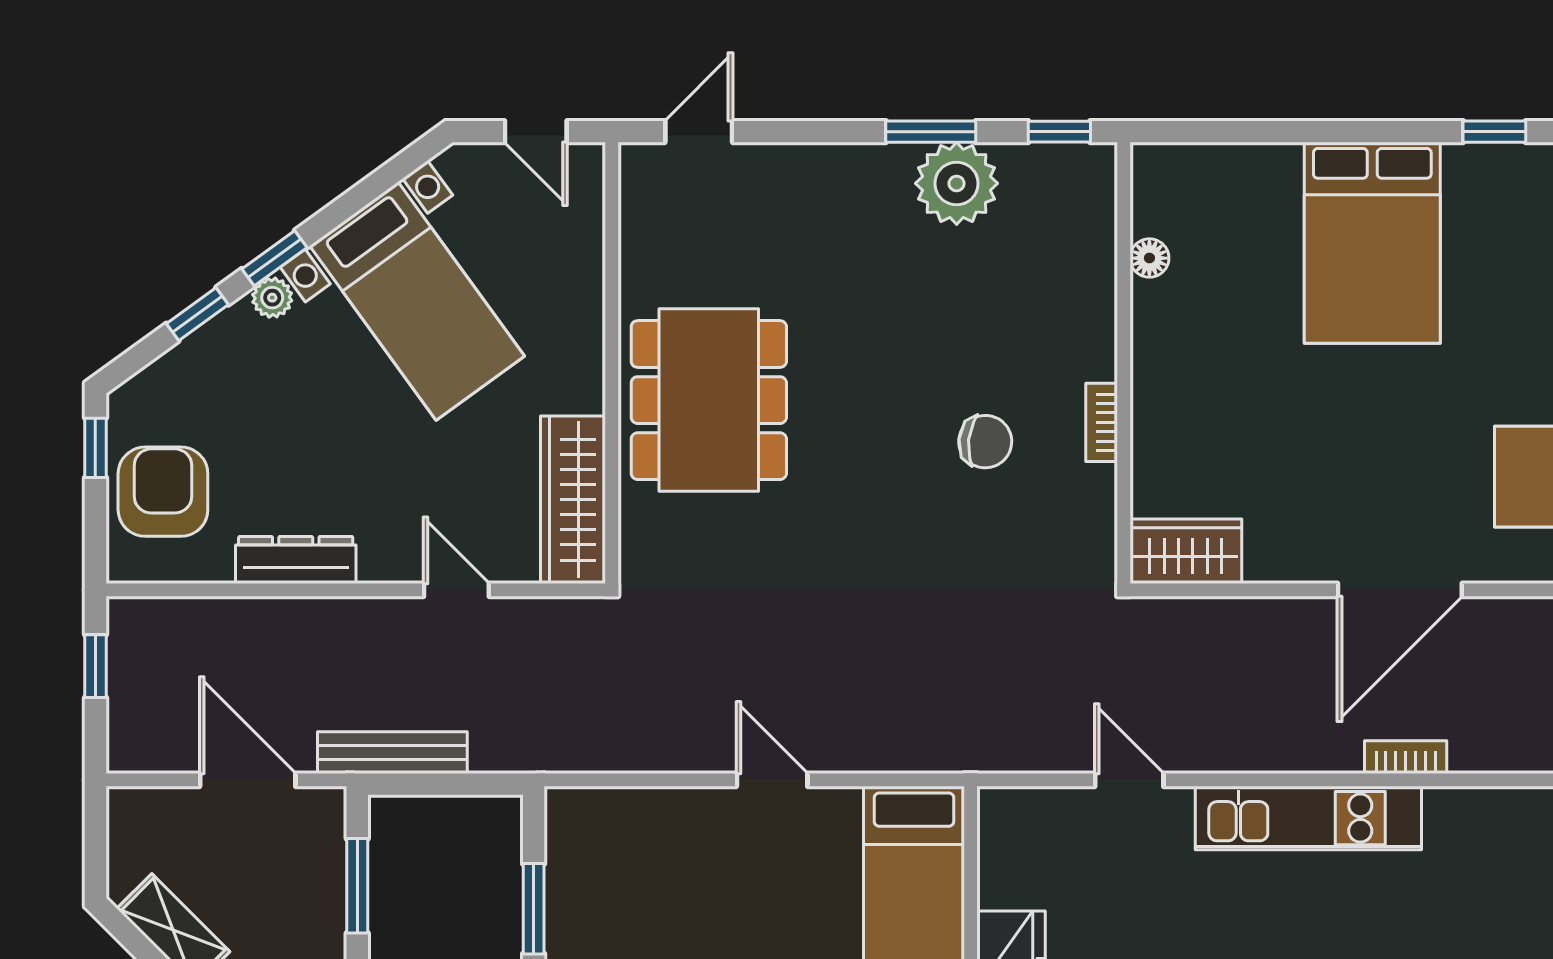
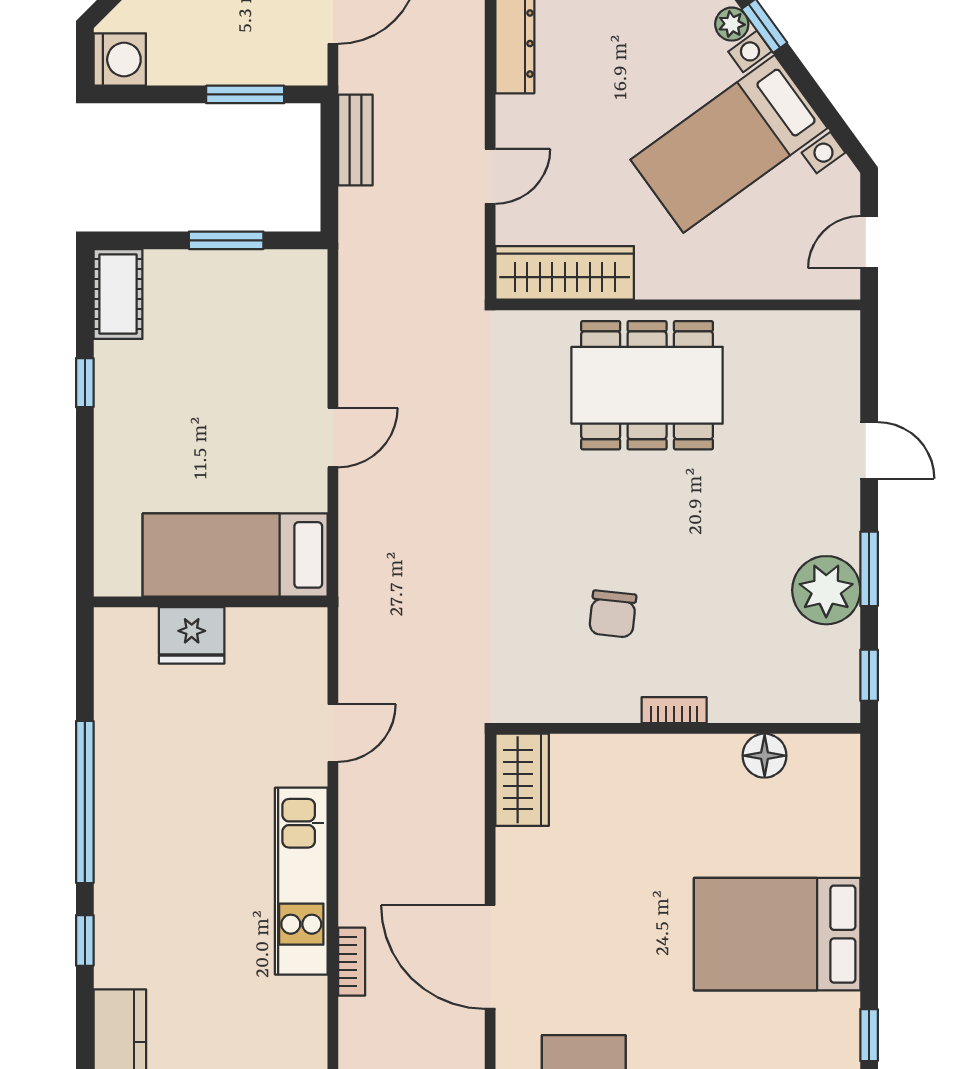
door: (699, 132) -> (869, 450), moved
floor lamp: (1149, 258) -> (765, 756), width x1.37, depth x1.37
bookcase: (1102, 422) -> (674, 710), moved
bench: (392, 753) -> (355, 140), width x0.73

